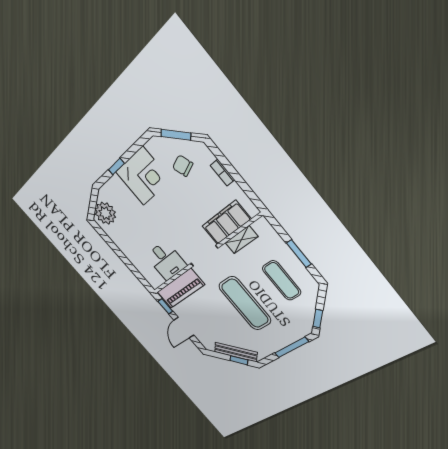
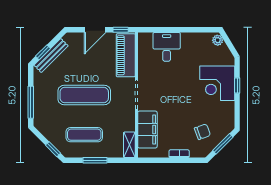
corner desk: (143, 176) -> (217, 83), moved
plant: (105, 213) -> (218, 40), width x0.53, depth x0.53
shelving: (241, 240) -> (129, 145), moved
desk: (166, 261) -> (167, 47), moved, turned 90
window: (318, 319) -> (53, 149), moved
door: (184, 328) -> (95, 30), swing flipped

